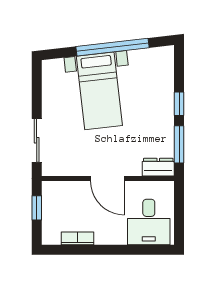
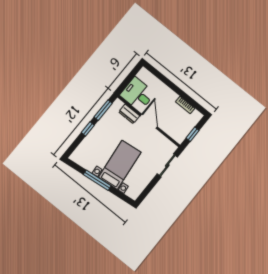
window: (112, 47) -> (97, 180), width x0.68
dresser: (158, 167) -> (129, 114), moved
desk: (149, 222) -> (137, 94), moved, turned -90

